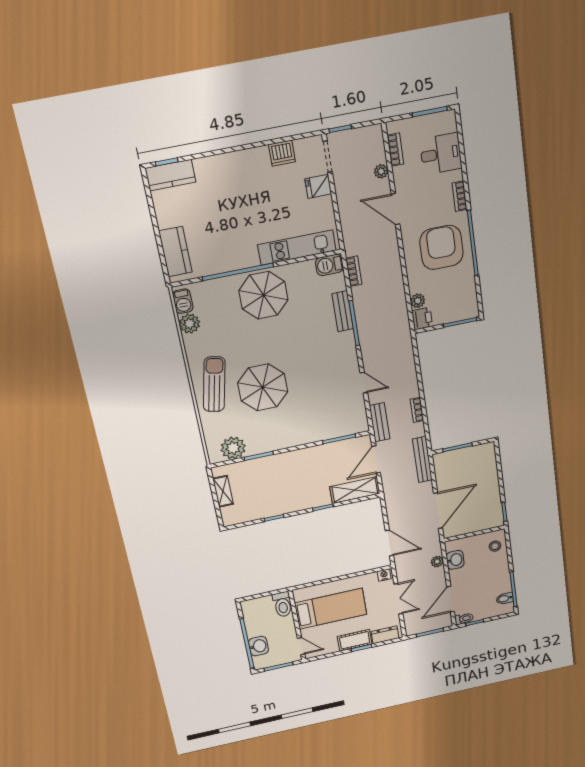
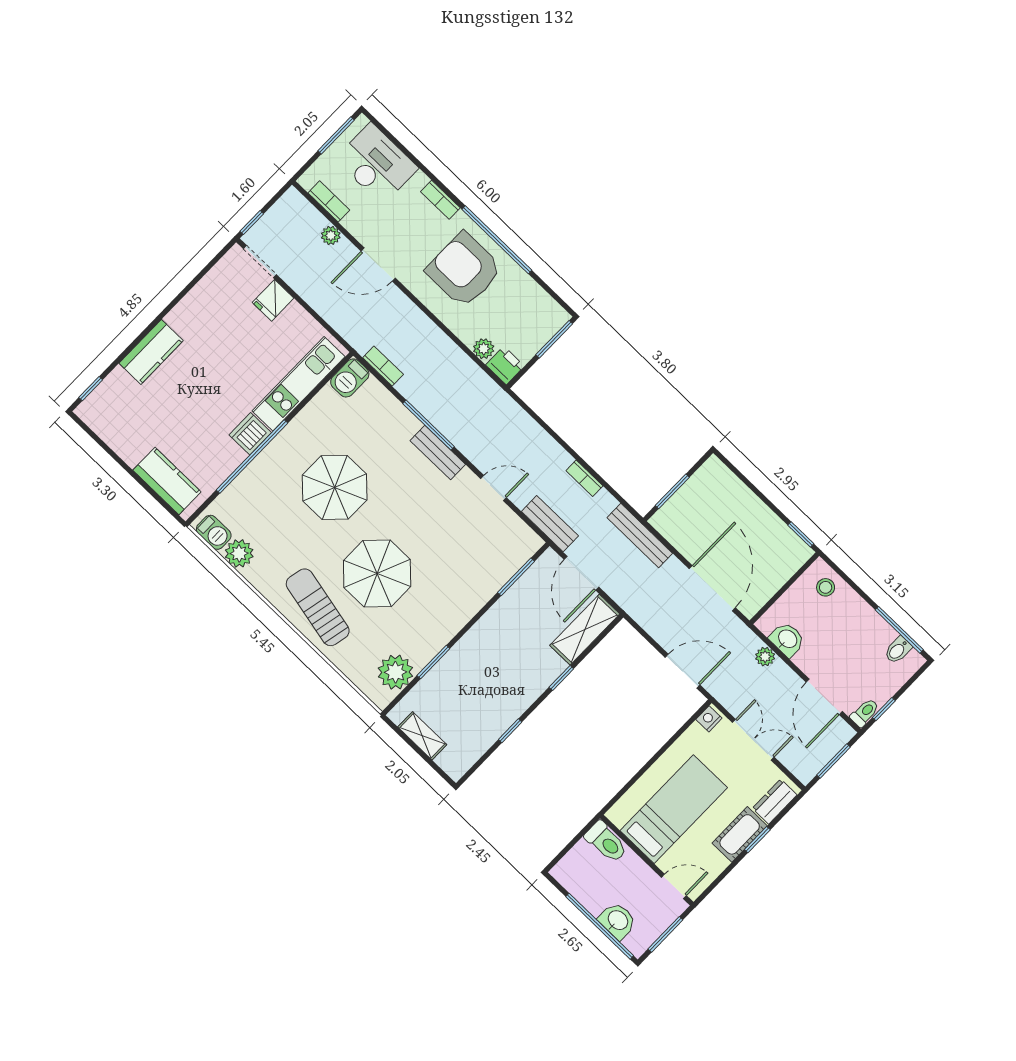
dishwasher: (282, 153) -> (250, 434), moved, turned 180
desk: (441, 154) -> (377, 164), width x1.37
kitchen counter: (170, 175) -> (151, 352), moved
parasol: (263, 295) -> (335, 487), moved
bench: (343, 311) -> (438, 452), moved

